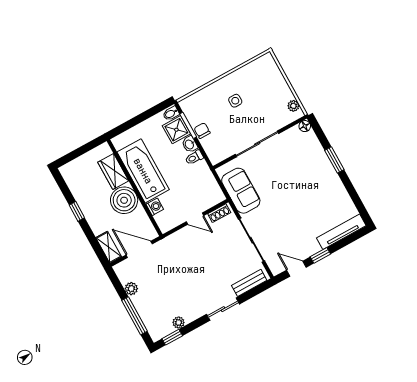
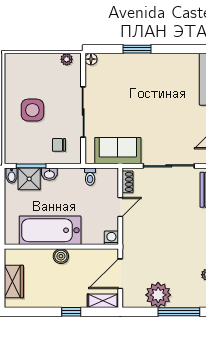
side table: (235, 101) -> (32, 110), width x1.87, depth x1.87
chair: (202, 131) -> (59, 145), moved
toilet: (194, 158) -> (90, 177), moved
wardrobe: (113, 172) -> (14, 281), moved, turned -90
boiler: (124, 200) -> (61, 256), width x0.54, depth x0.54
washing machine: (155, 207) -> (111, 238), moved
window: (77, 211) -> (71, 312), moved
plant: (131, 289) -> (158, 295), width x1.88, depth x1.88

